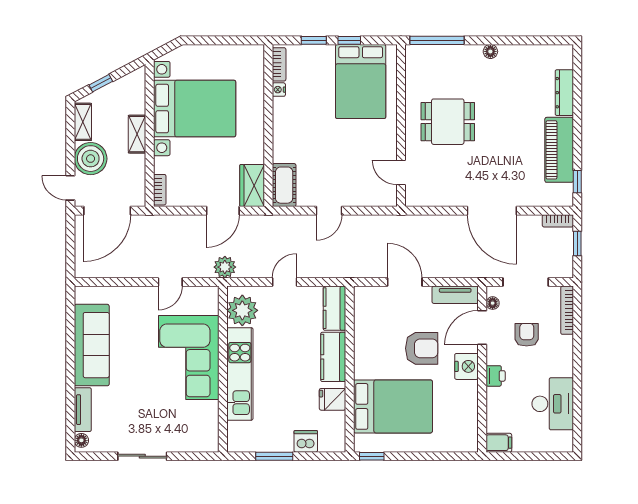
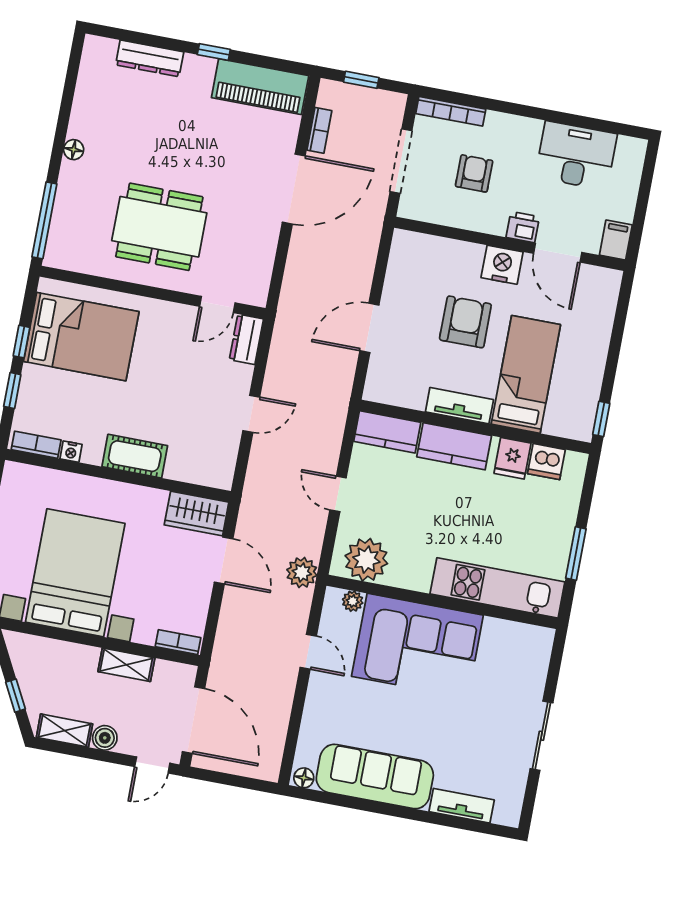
dining table: (448, 122) -> (159, 227), width x1.38
shelving: (137, 134) -> (126, 665), moved
piano: (559, 150) -> (260, 87), moved
boiler: (91, 159) -> (105, 738), width x0.54, depth x0.54
window: (577, 182) -> (214, 52), moved
cot: (284, 185) -> (135, 456), moved
dresser: (380, 197) -> (246, 339), added
door: (329, 211) -> (251, 414), hinge flipped
bookcase: (558, 221) -> (319, 130), moved
tv unit: (455, 295) -> (459, 406), moved, turned -90
floor lamp: (493, 303) -> (421, 212), removed
plant: (211, 306) -> (353, 601), added
door: (482, 327) -> (558, 253), moved
armchair: (527, 335) -> (474, 173), turned 90
kitchen unit: (240, 374) -> (497, 588), moved
bed: (393, 406) -> (526, 374), width x0.67
floor lamp: (81, 440) -> (304, 778), moved
dishwasher: (306, 441) -> (546, 462), moved, turned -90

